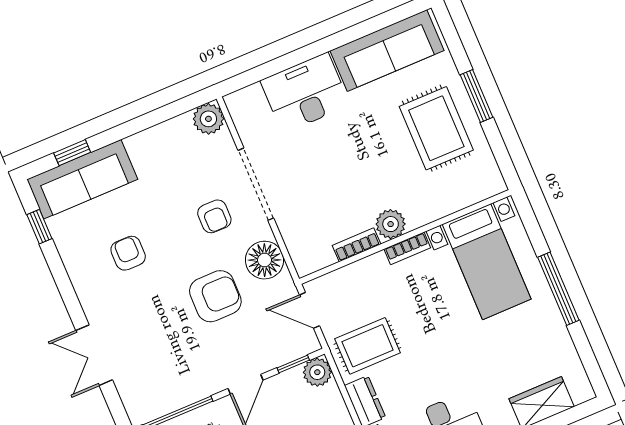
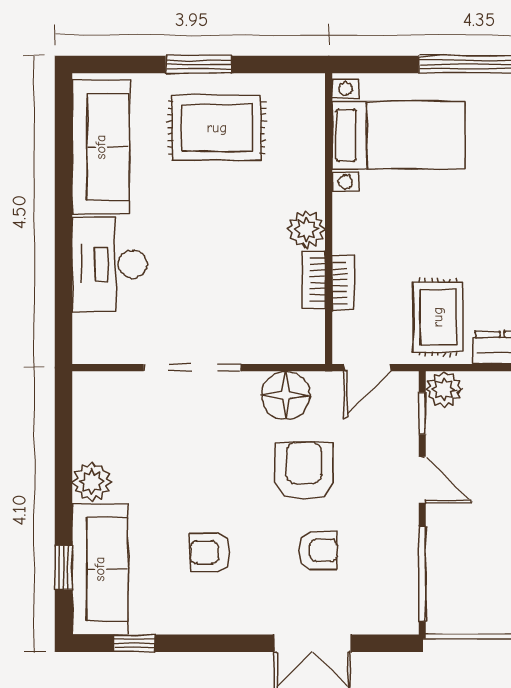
plant: (208, 119) -> (92, 481), moved
armchair: (214, 216) -> (318, 550), moved
bookcase: (407, 248) -> (343, 283), moved

